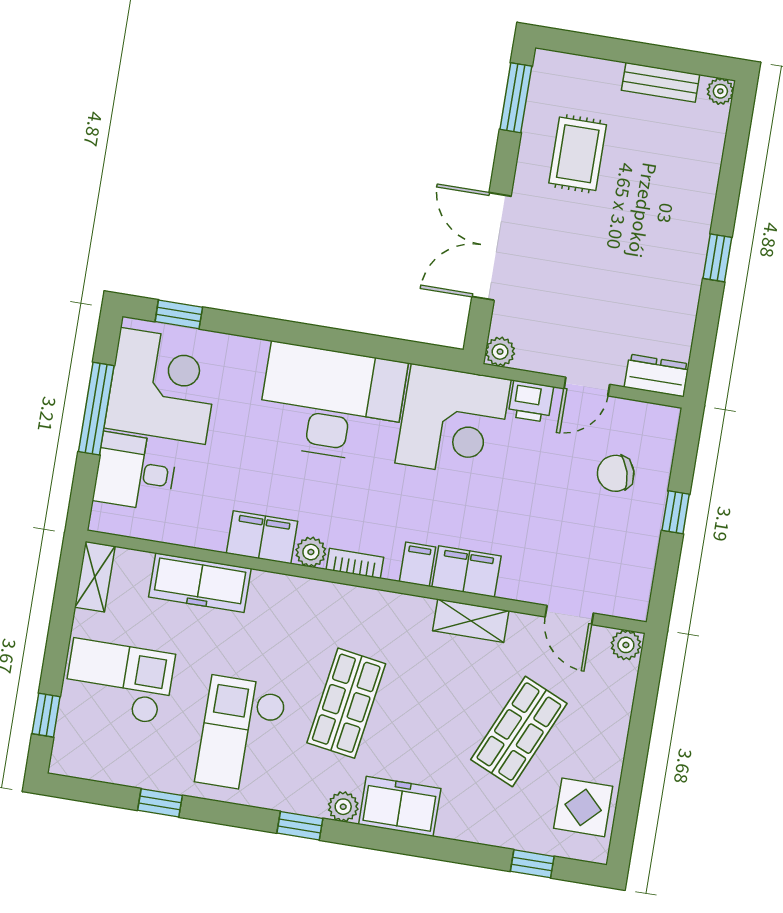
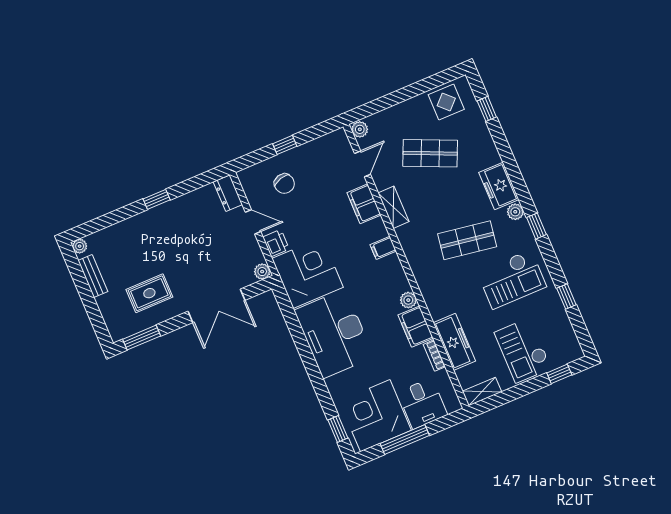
bookcase: (355, 563) -> (434, 356), moved
filing cabinet: (467, 571) -> (364, 204), moved

